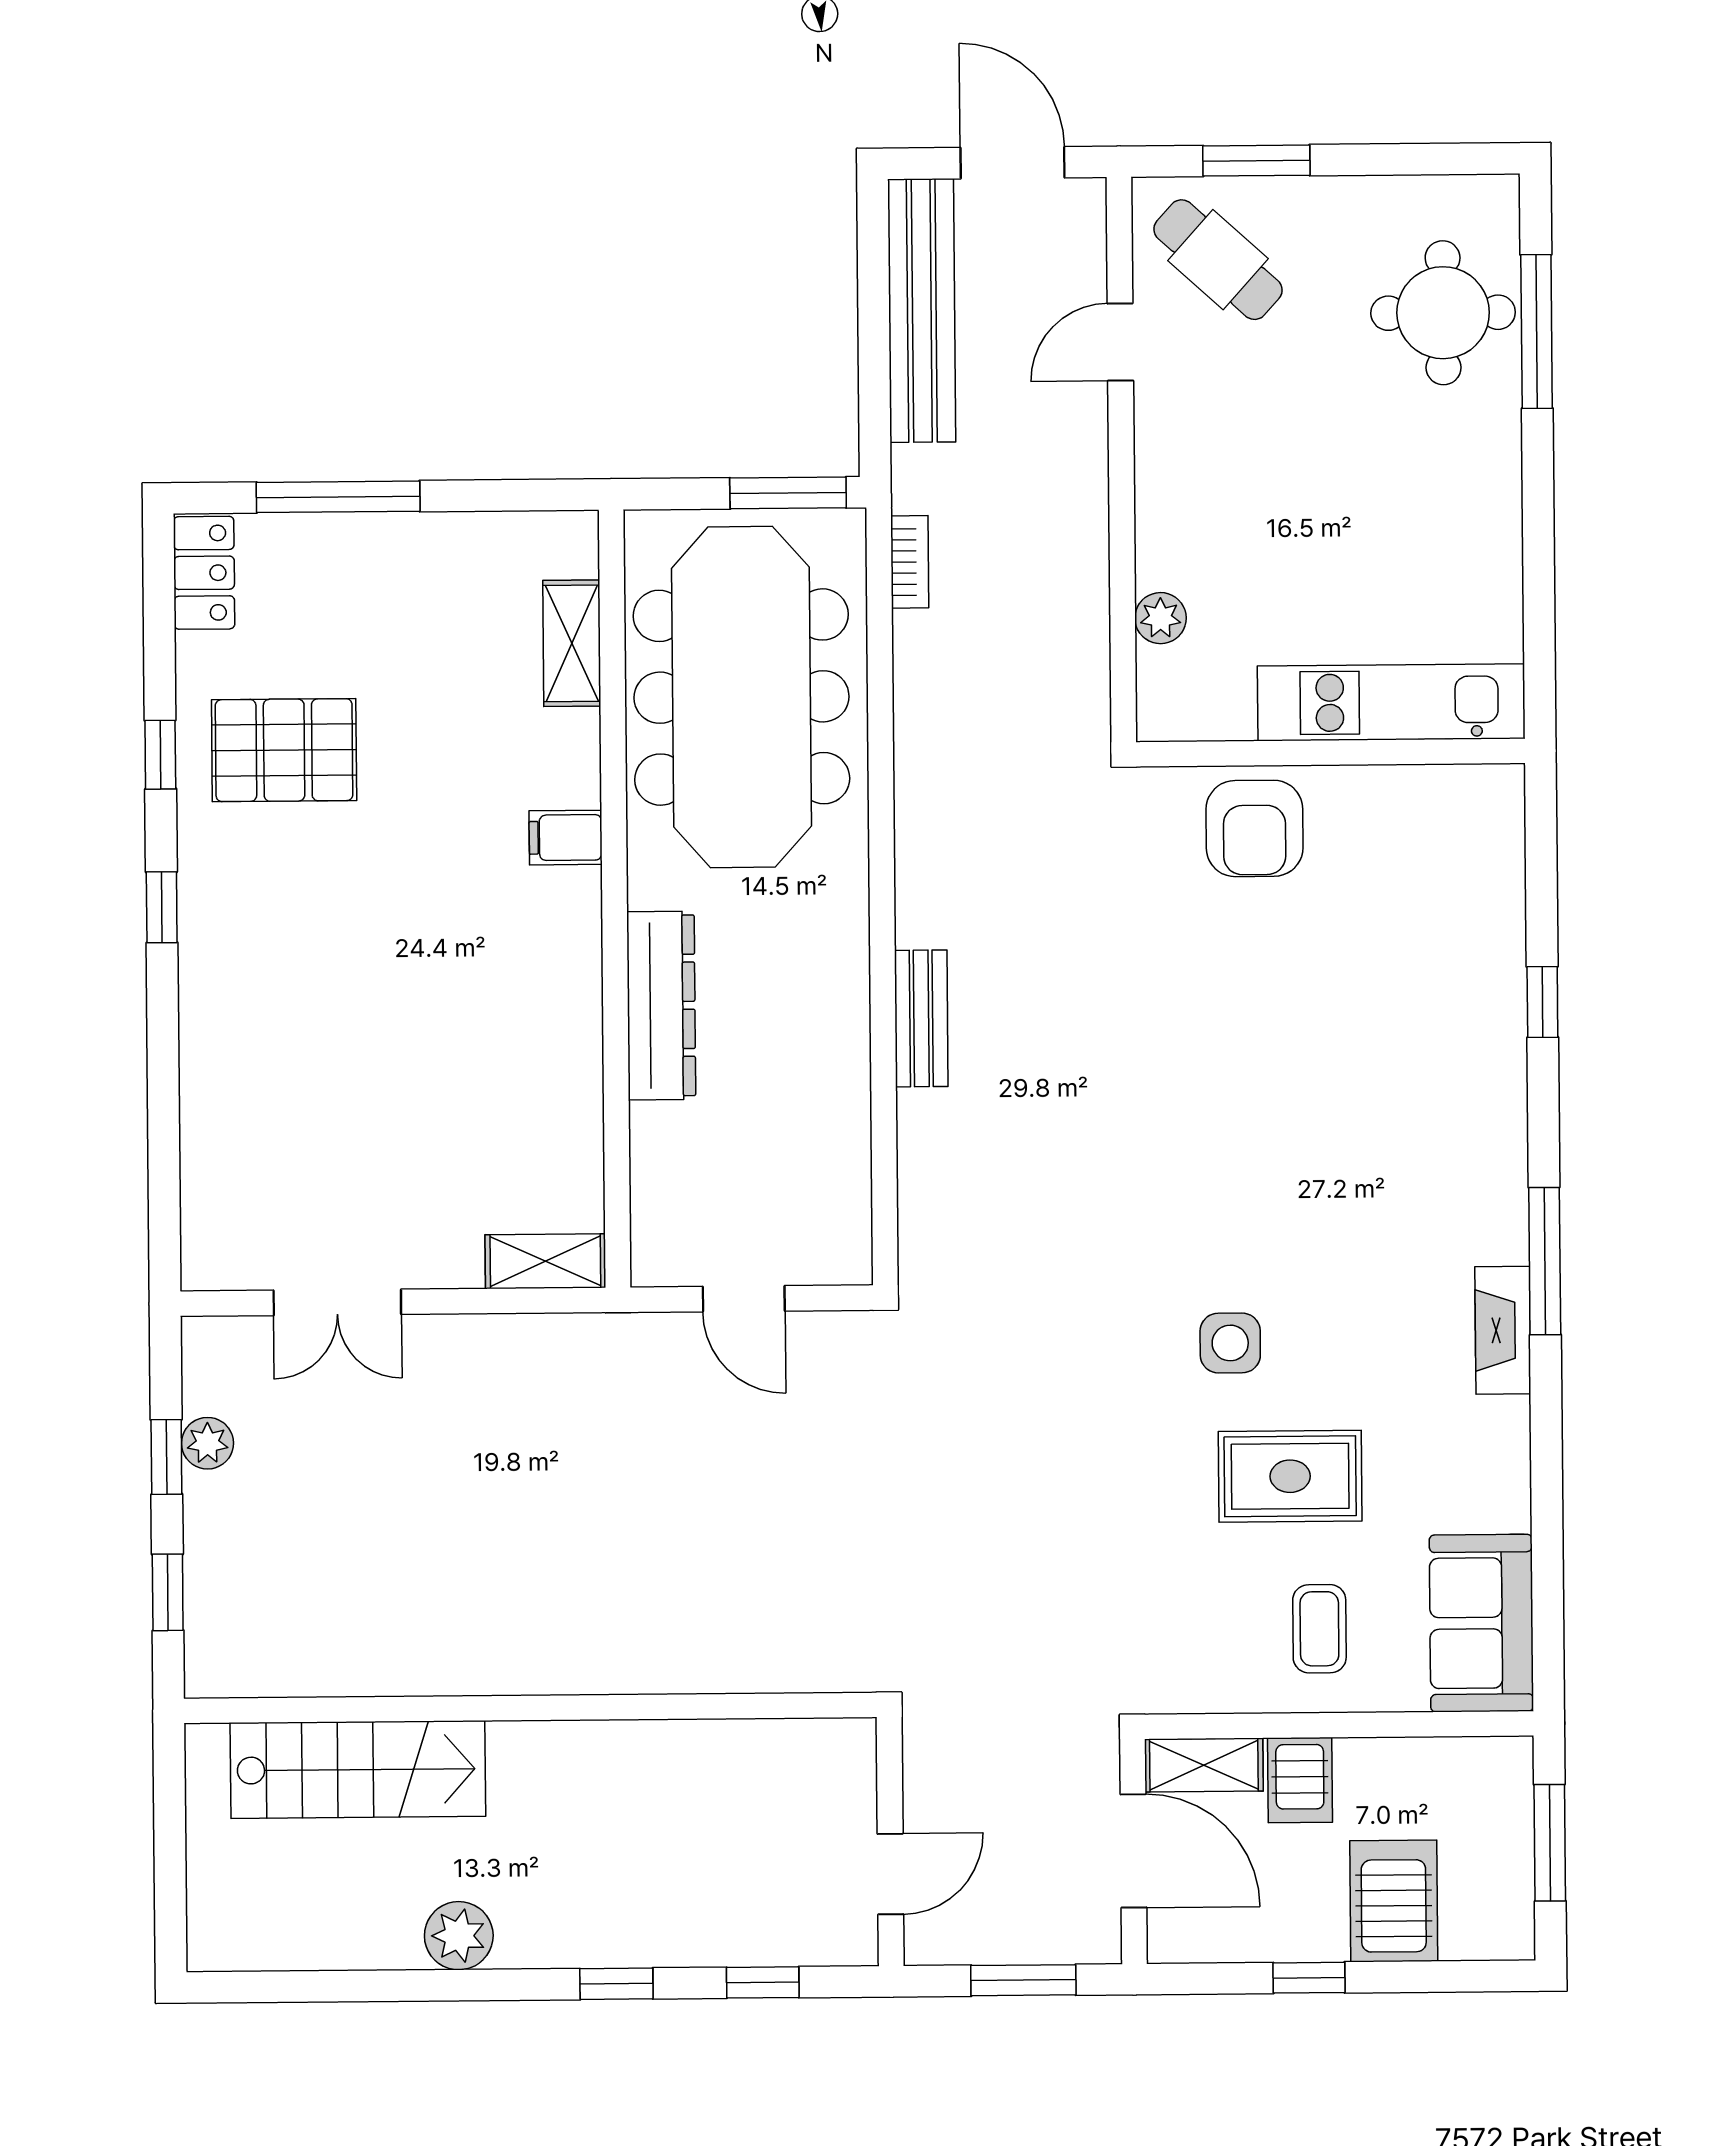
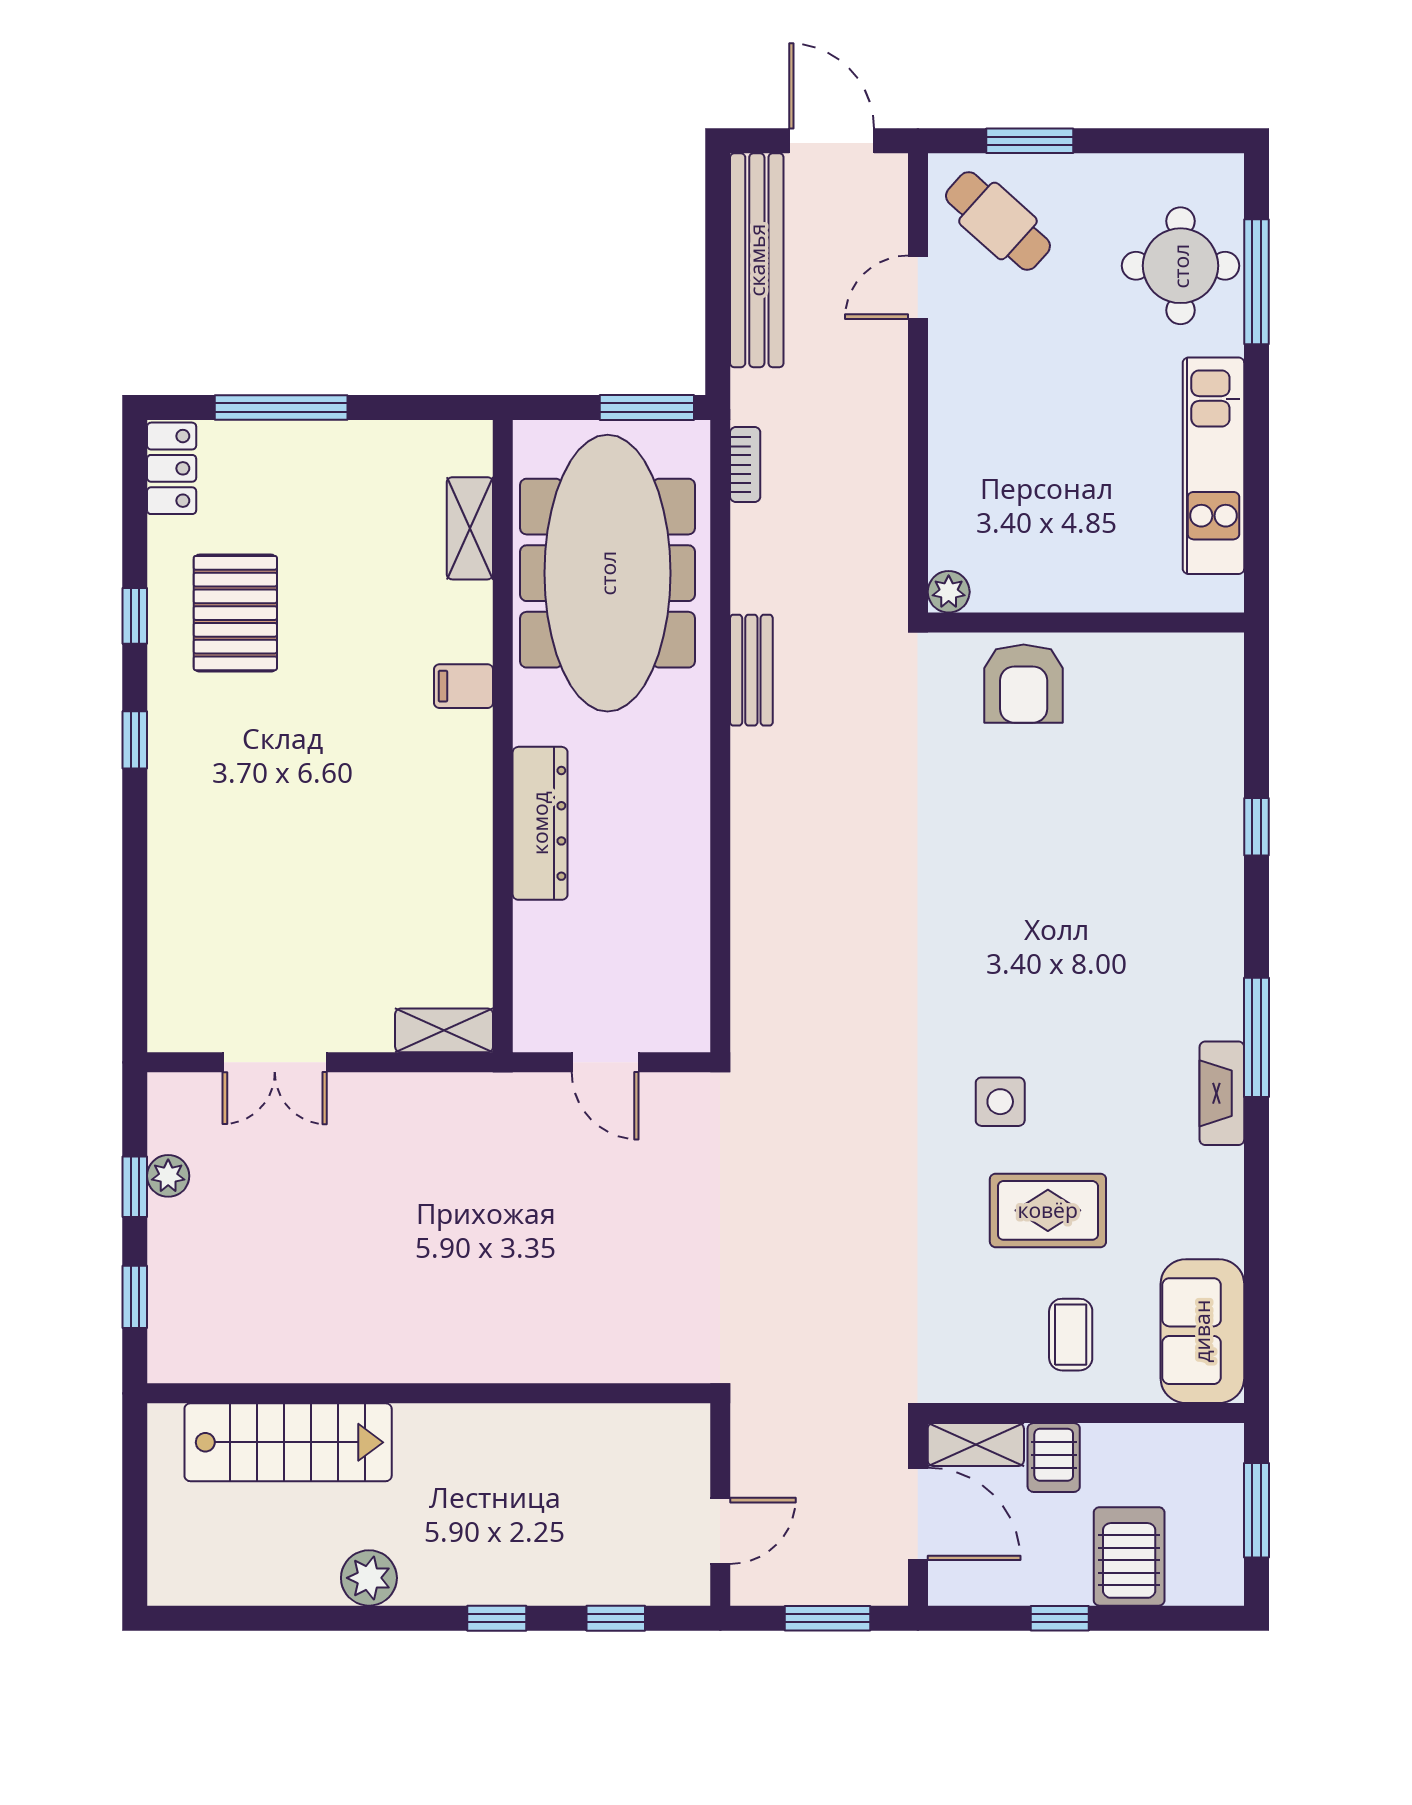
plant: (1160, 618) -> (949, 592), moved
kitchen unit: (1391, 702) -> (1213, 466), moved, turned -90
pallet: (284, 750) -> (235, 613), turned 90
bench: (921, 1018) -> (751, 670), moved

